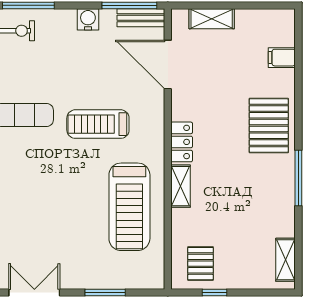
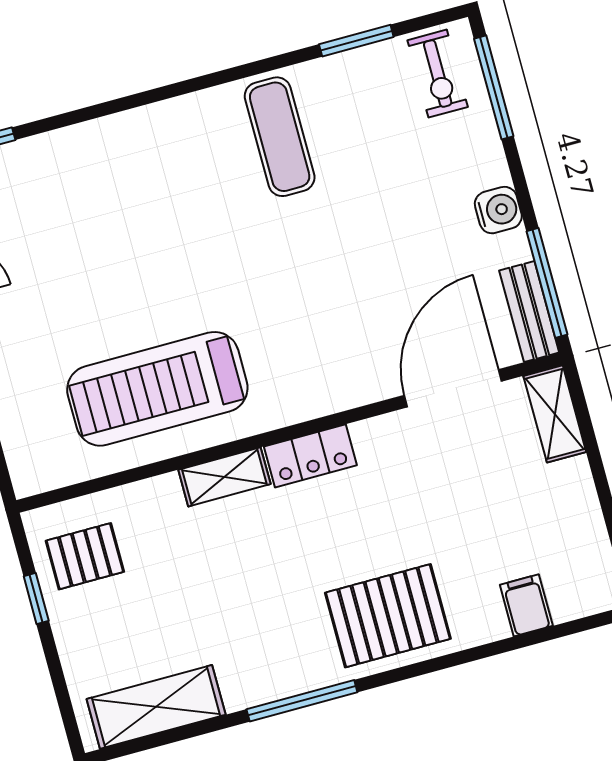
shelving: (212, 19) -> (555, 414), moved
treadmill: (98, 124) -> (301, 285), removed
shelving: (285, 260) -> (156, 707), width x1.50, depth x1.33

